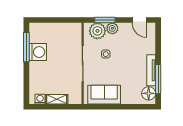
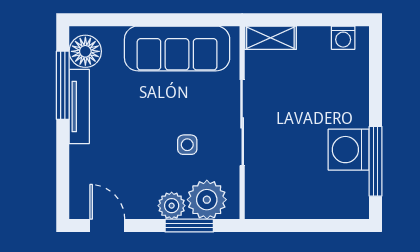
sofa: (104, 95) -> (177, 48), width x1.36
shelving: (57, 99) -> (270, 38), moved

